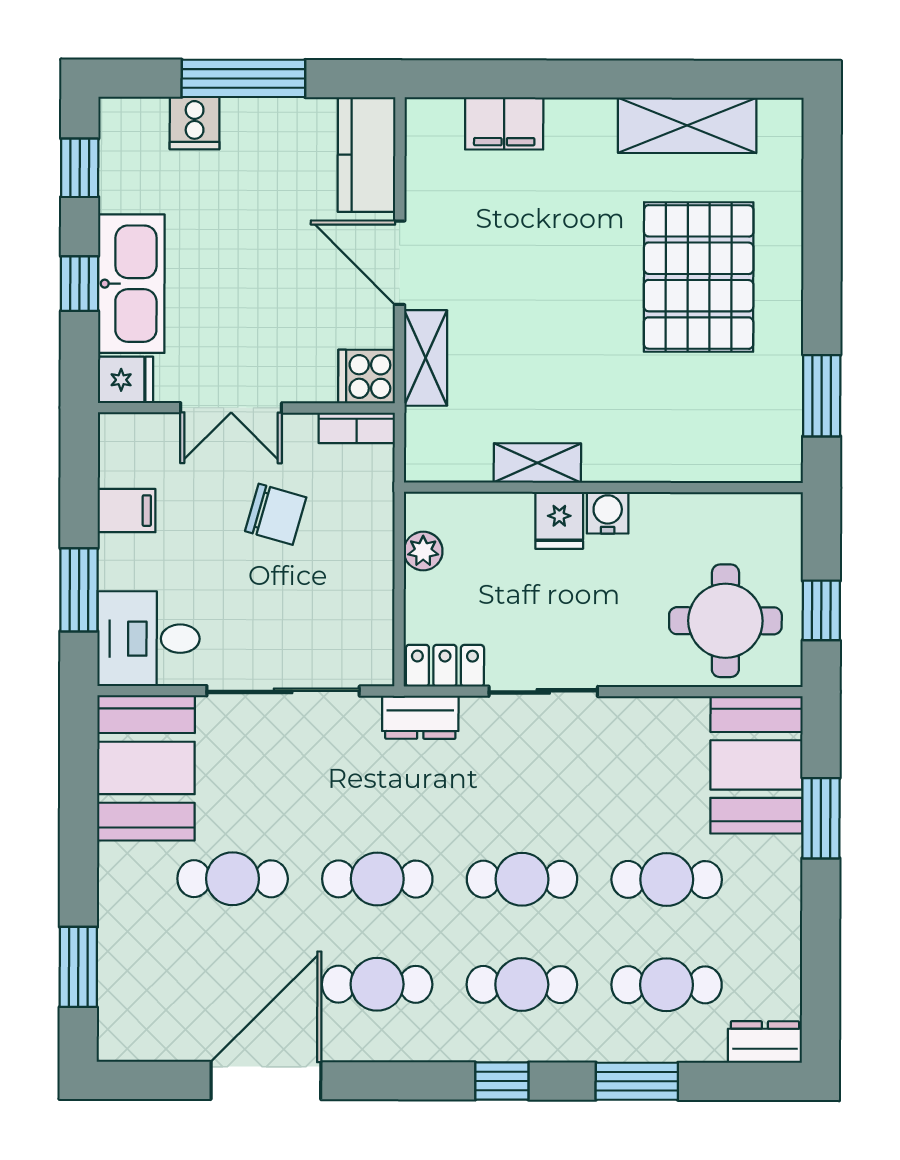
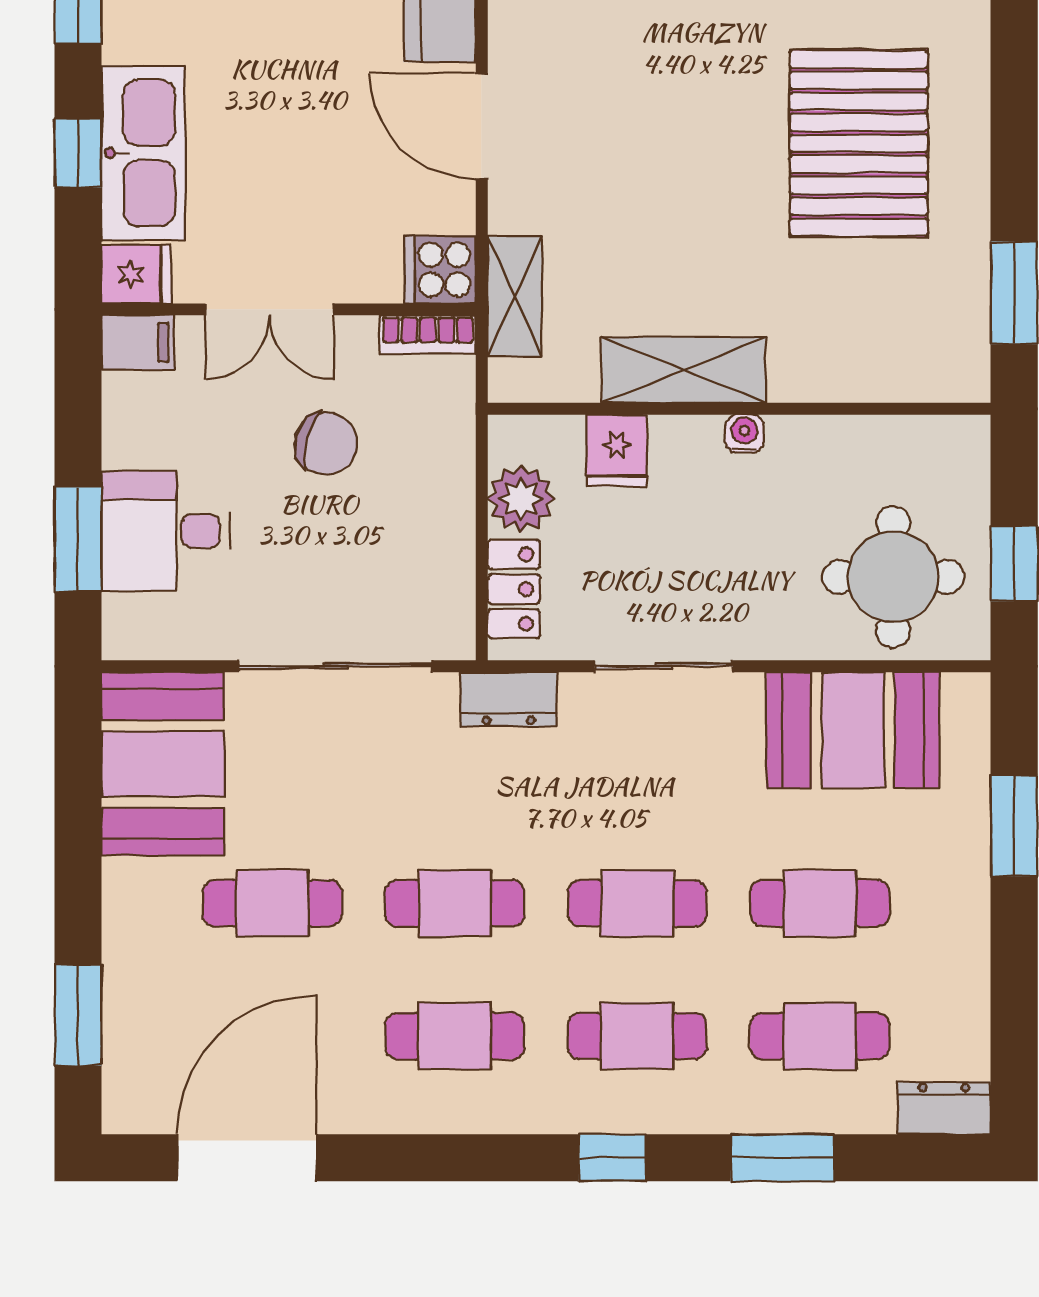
shelving: (426, 358) -> (515, 296), moved
shelving: (537, 463) -> (683, 370), width x1.50, depth x1.33
filing cabinet: (127, 511) -> (138, 343), moved
water cooler: (608, 513) -> (744, 434), width x0.72, depth x0.72
fridge: (559, 520) -> (617, 451), moved
plant: (423, 551) -> (521, 499), width x1.38, depth x1.38
desk: (149, 639) -> (166, 531), moved
locker: (445, 666) -> (514, 589), moved, turned 90
booth: (756, 765) -> (853, 730), moved, turned 90
door: (266, 1081) -> (247, 1158), moved

